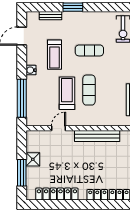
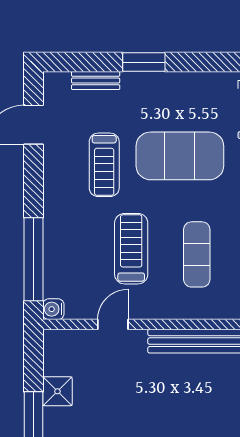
exercise mat: (89, 50) -> (180, 156), width x2.00, depth x1.45
water cooler: (31, 70) -> (53, 309), moved
exercise mat: (89, 90) -> (197, 254), moved

